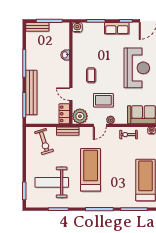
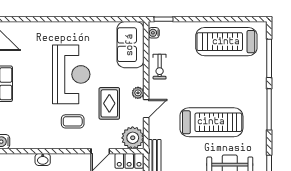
reception desk: (137, 68) -> (71, 74), moved, turned 90
door: (100, 125) -> (146, 109), hinge flipped
treadmill: (91, 170) -> (211, 122), turned 180

